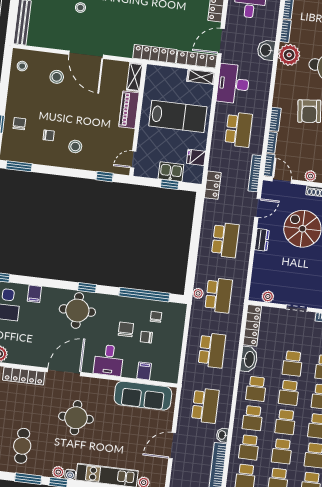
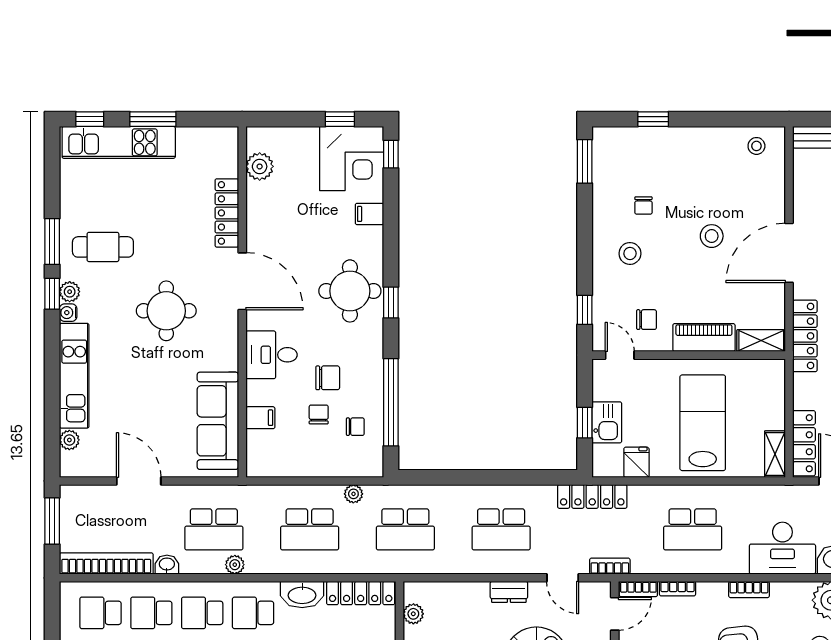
locker: (155, 54) -> (805, 336), moved
stool: (57, 77) -> (712, 236), moved
desk: (233, 84) -> (782, 548), moved, turned 180
lab bench: (178, 116) -> (703, 423), turned 180
bookcase: (275, 119) -> (749, 590), moved
chair: (19, 124) -> (647, 320), moved
bookcase: (255, 173) -> (610, 566), width x0.64
locker: (213, 185) -> (592, 496), width x1.53
plant: (198, 293) -> (353, 494), moved
plant: (227, 396) -> (235, 565), added
cafe table: (22, 446) -> (103, 247), moved

